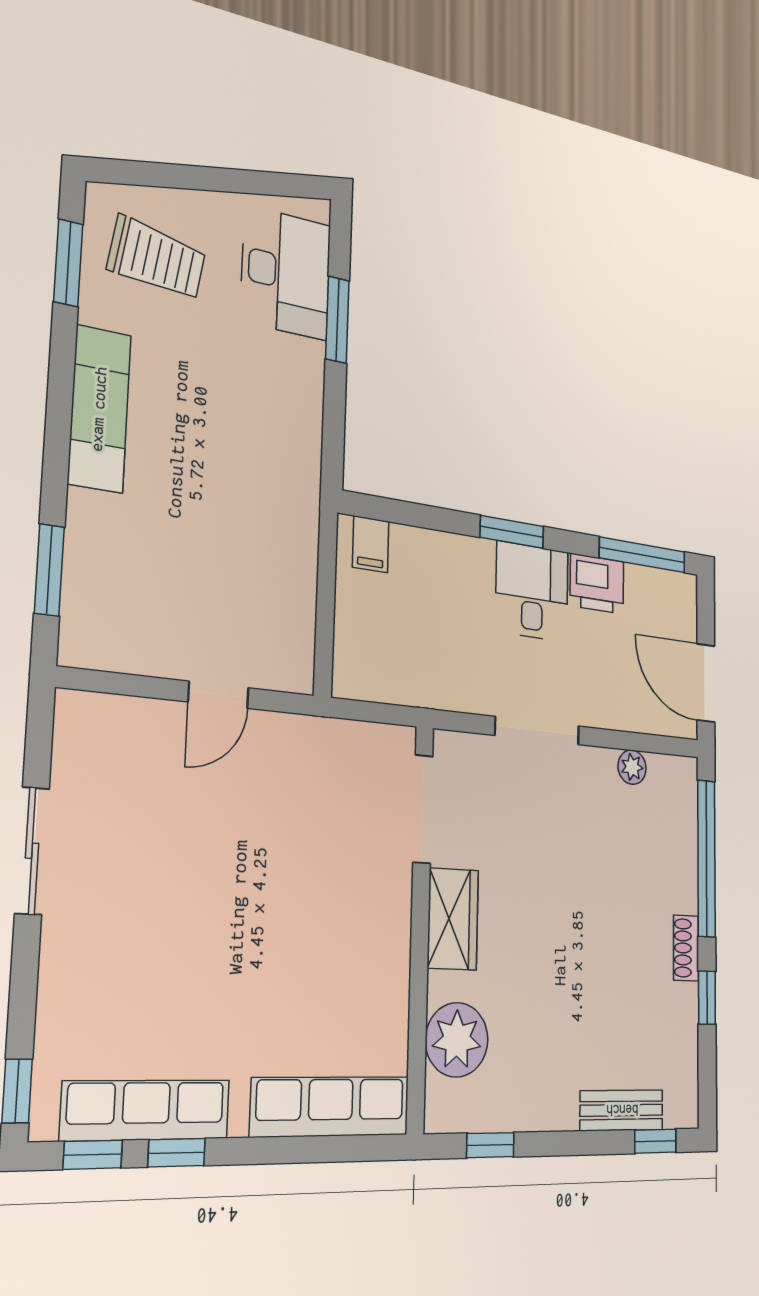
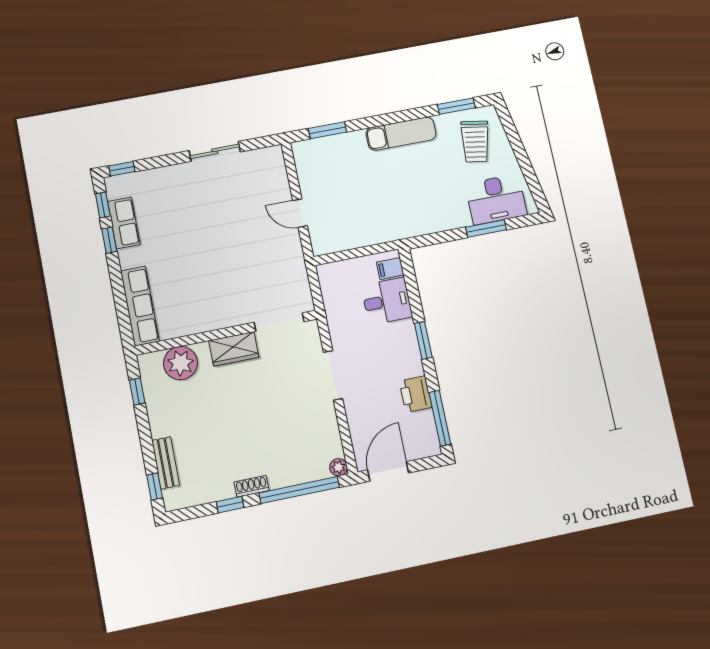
desk: (532, 591) -> (387, 301), moved
plant: (632, 767) -> (338, 467), moved
row of seats: (146, 1110) -> (124, 223), width x0.68

